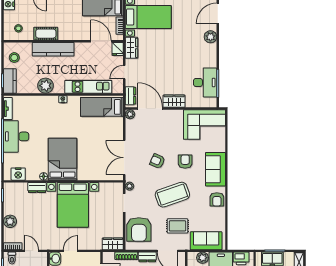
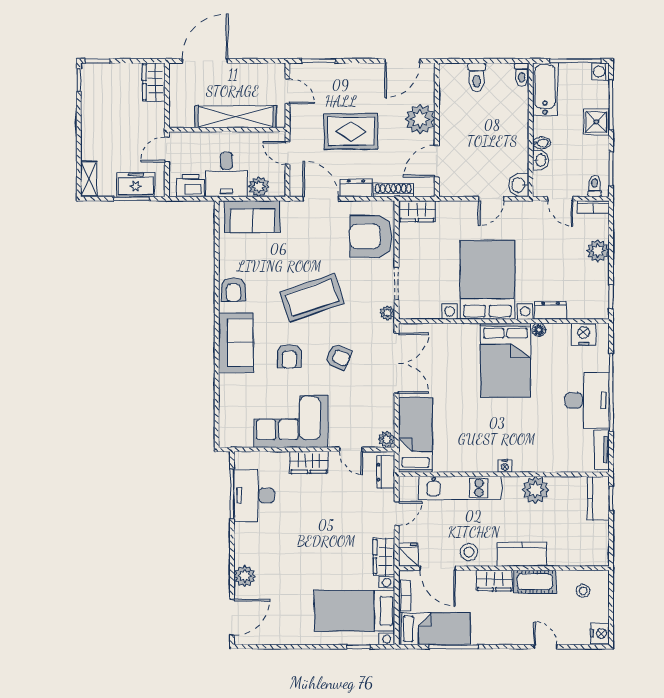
wardrobe: (69, 34) -> (494, 581), added
kitchen counter: (53, 49) -> (522, 554), width x0.67
stool: (14, 58) -> (469, 552), moved
bed: (102, 107) -> (415, 435), moved, turned -90
door: (150, 109) -> (351, 450), width x0.53
corner sofa: (205, 124) -> (291, 421), moved
armchair: (217, 199) -> (233, 289), turned 180
rug: (178, 226) -> (303, 243), removed
armchair: (139, 230) -> (371, 236), turned -90

